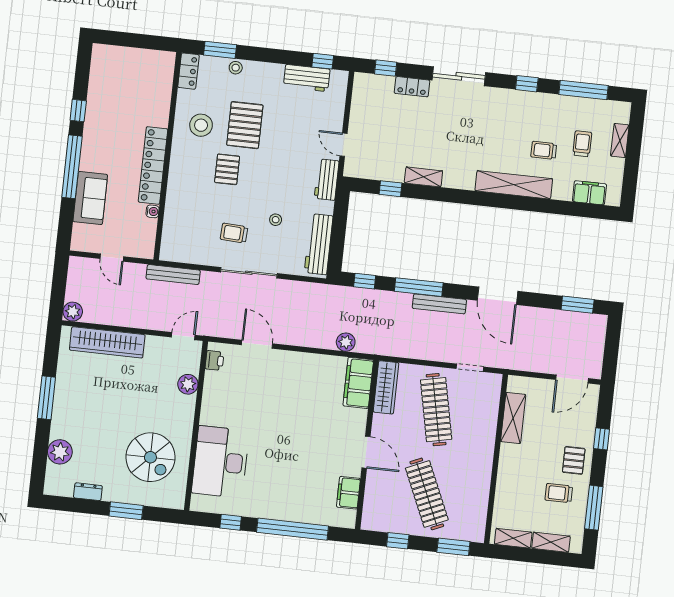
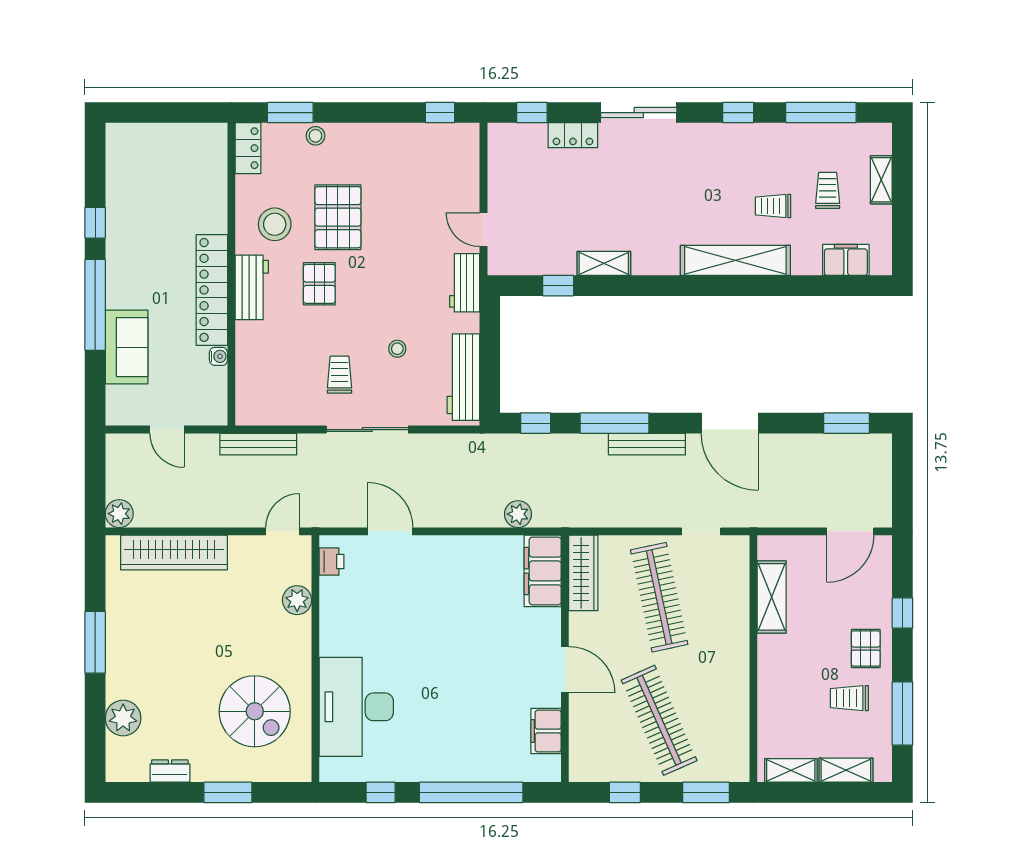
workbench: (307, 78) -> (252, 287), moved, turned -90
trolley: (234, 233) -> (339, 375), turned 87

